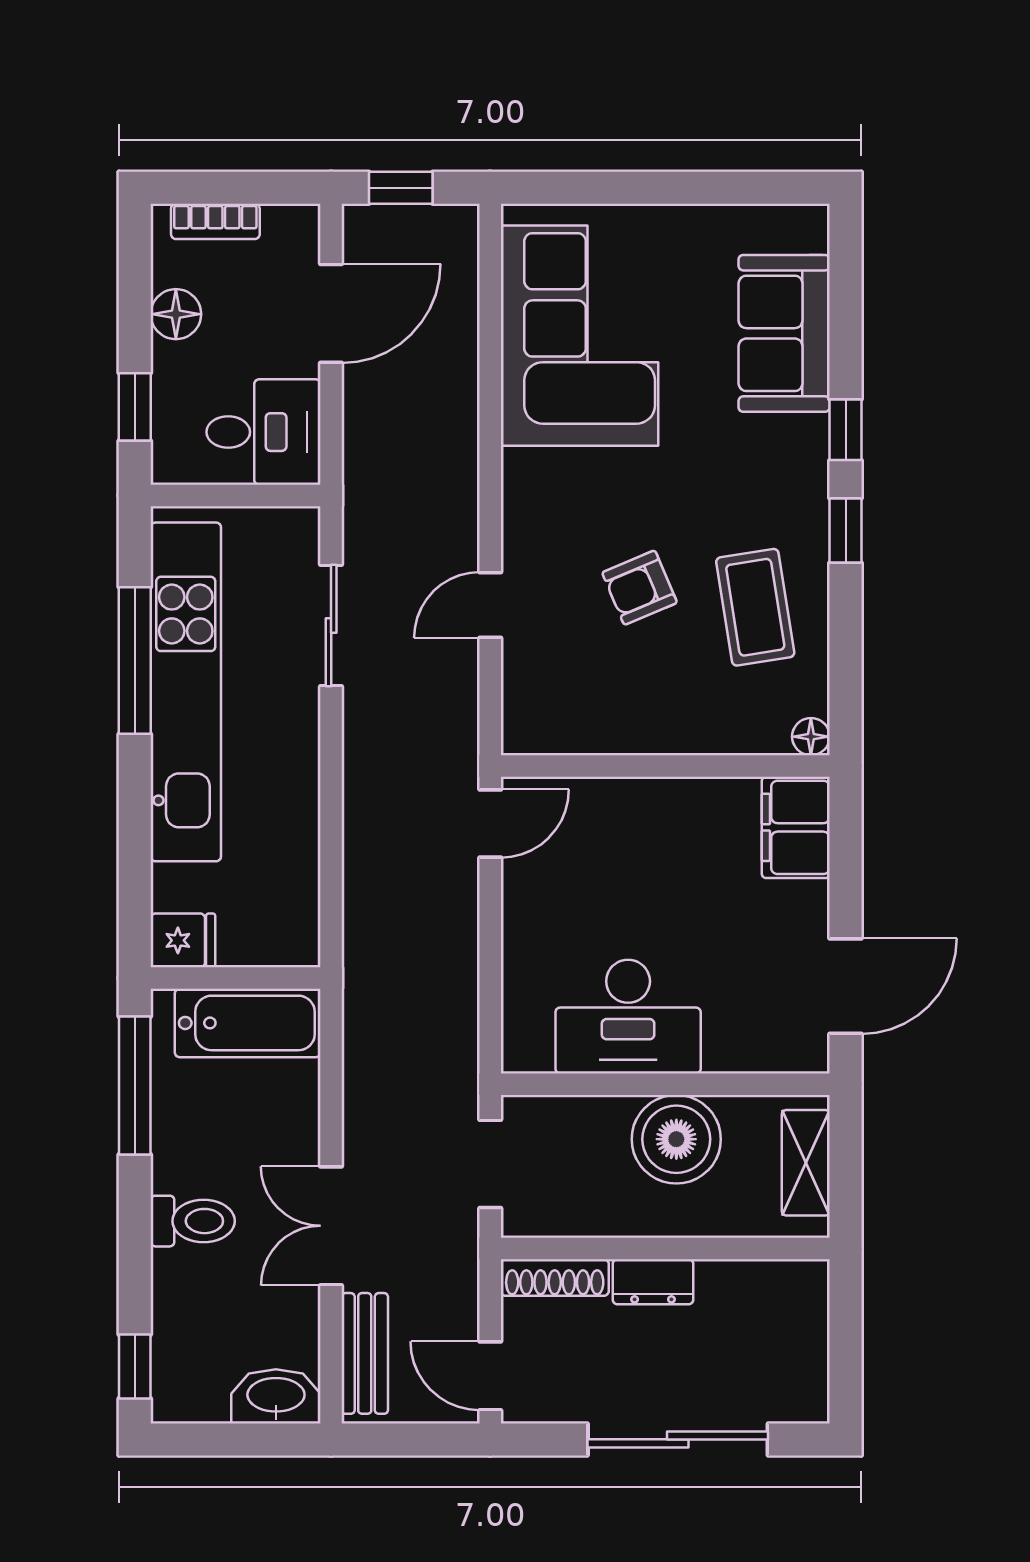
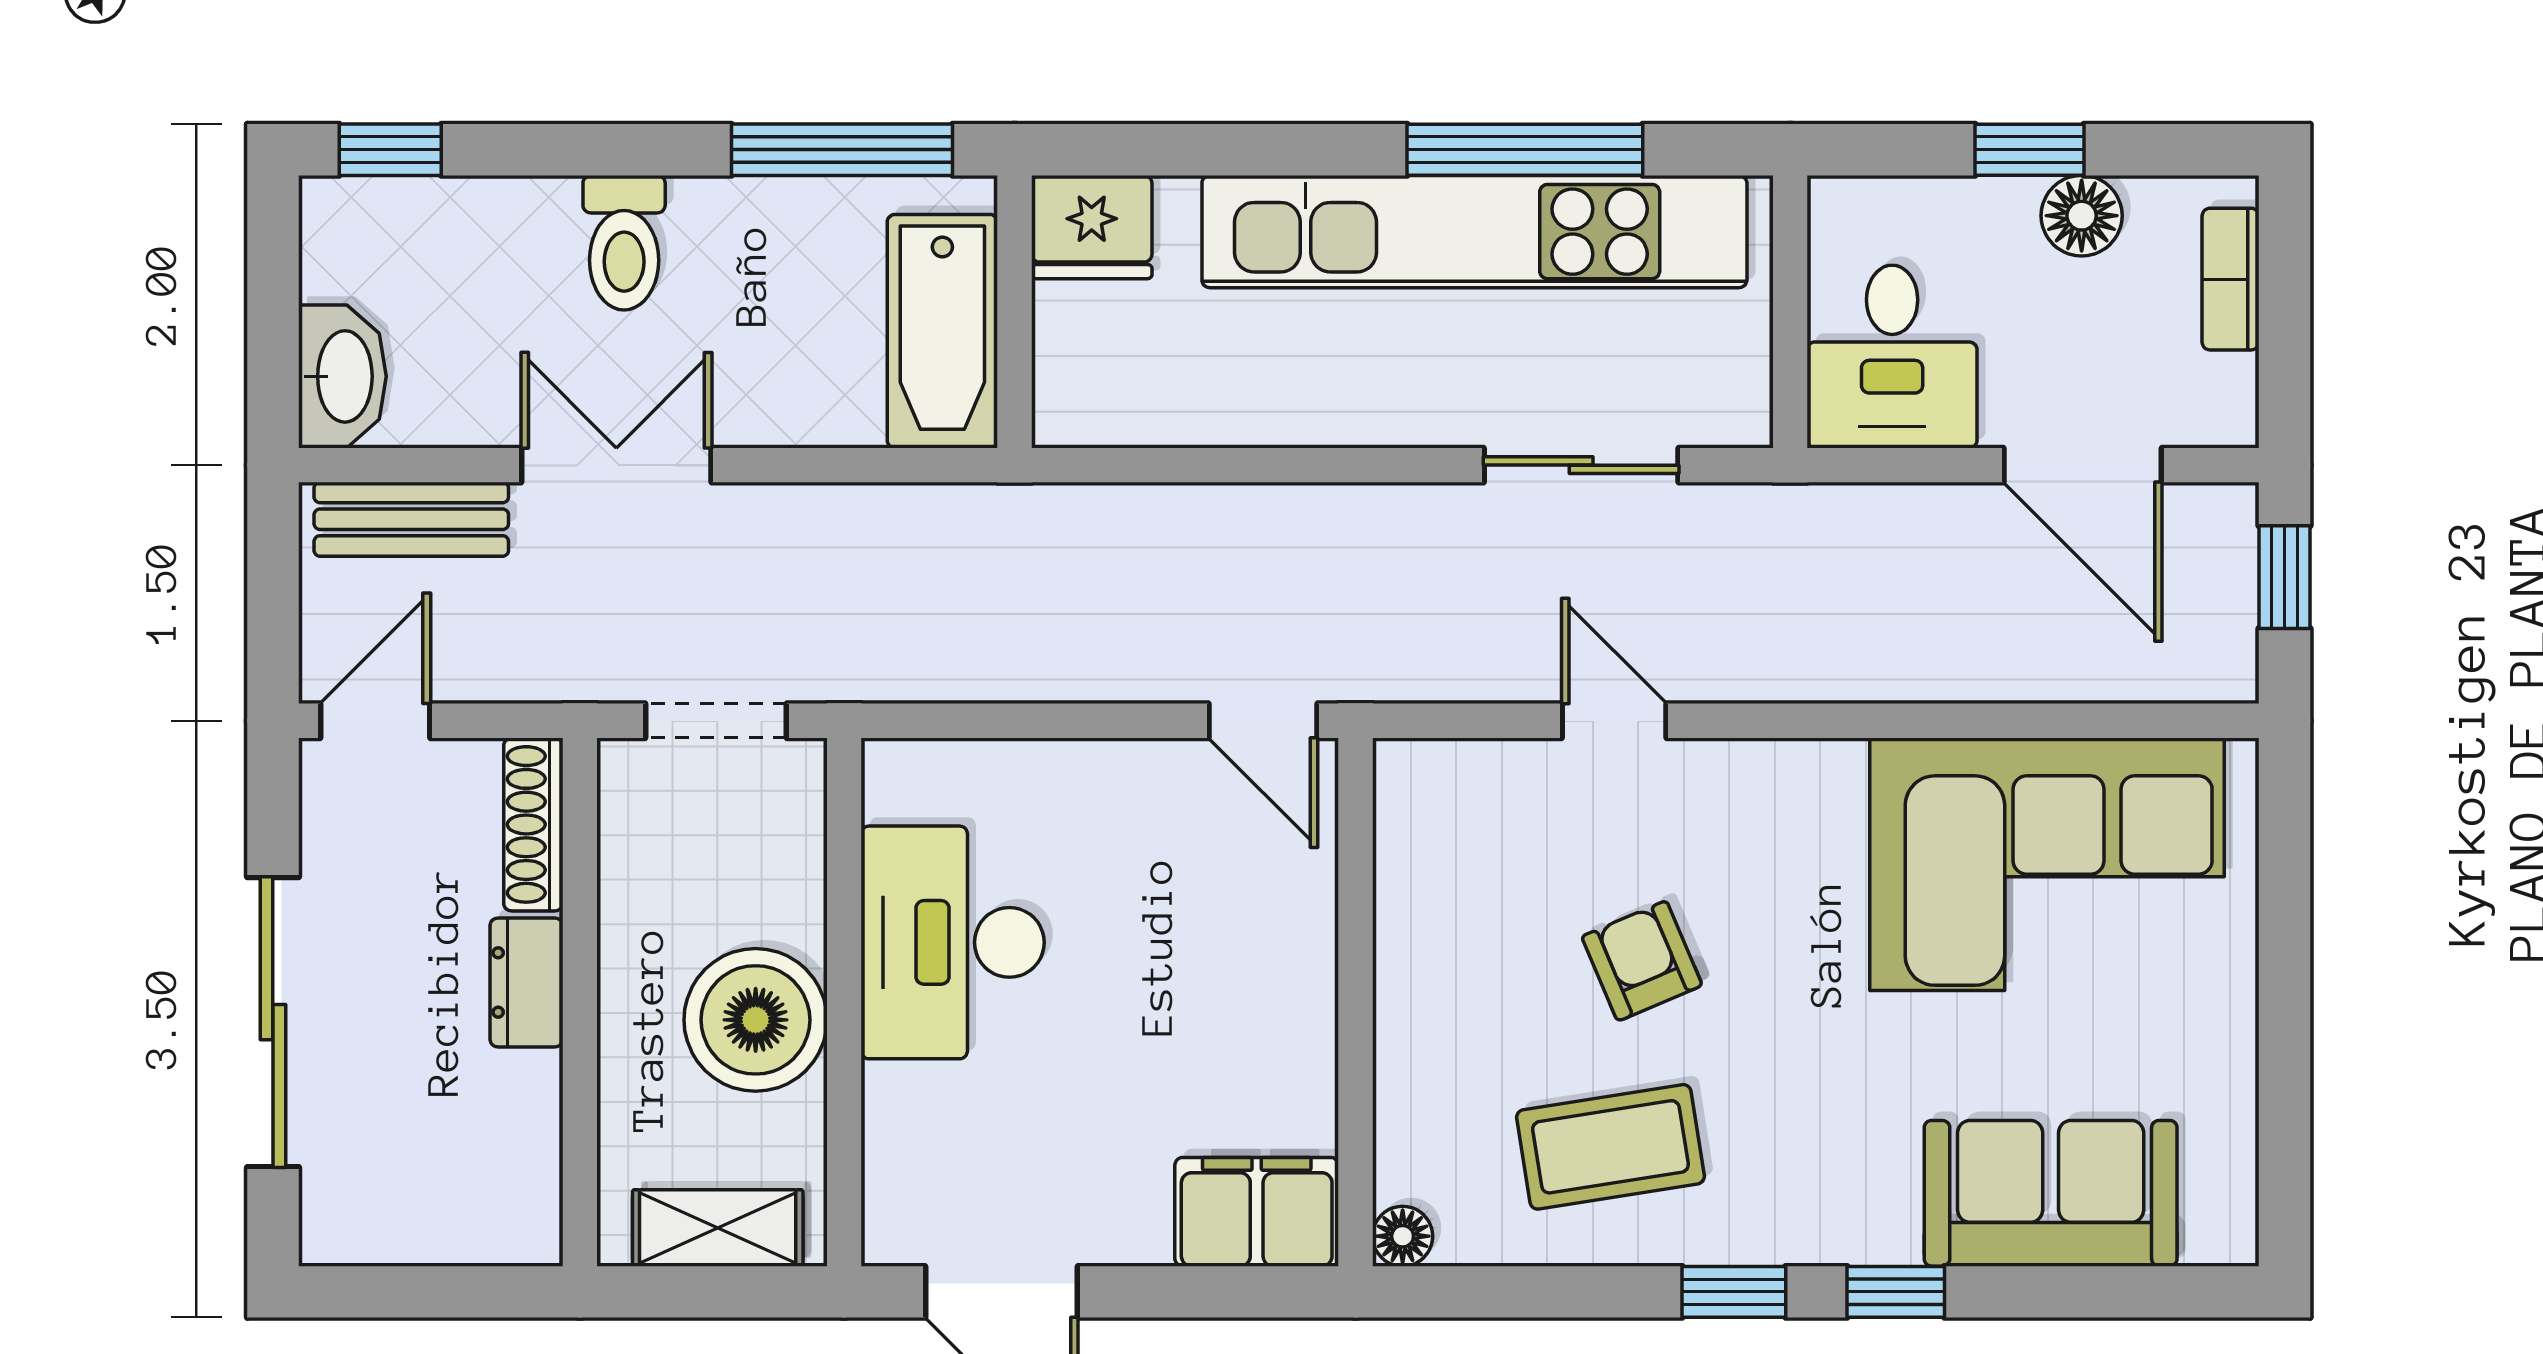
window: (135, 407) -> (2030, 150), moved
fridge: (183, 940) -> (1092, 227), width x1.38

